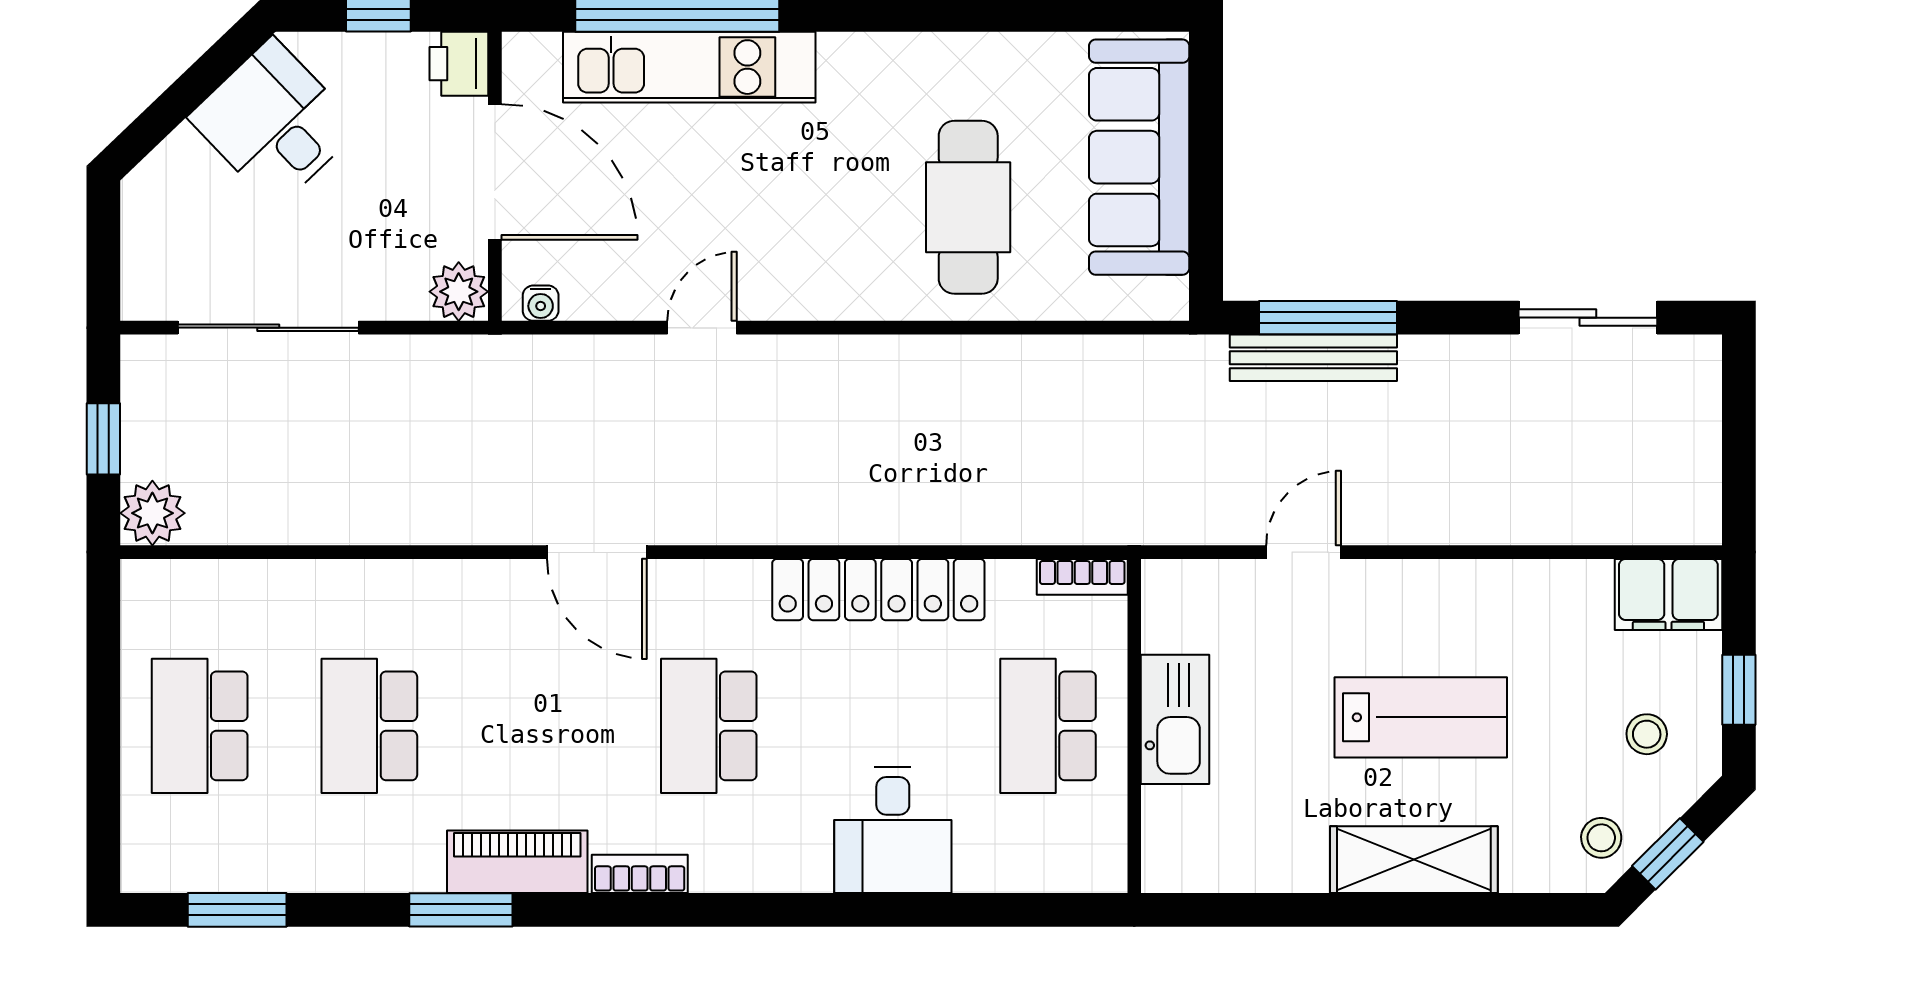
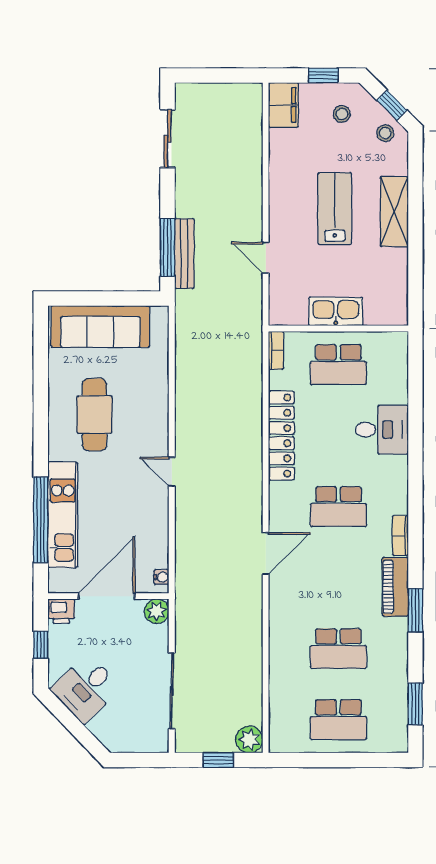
cafe table: (968, 207) -> (94, 415), moved, turned 90
door: (702, 328) -> (172, 472), moved

